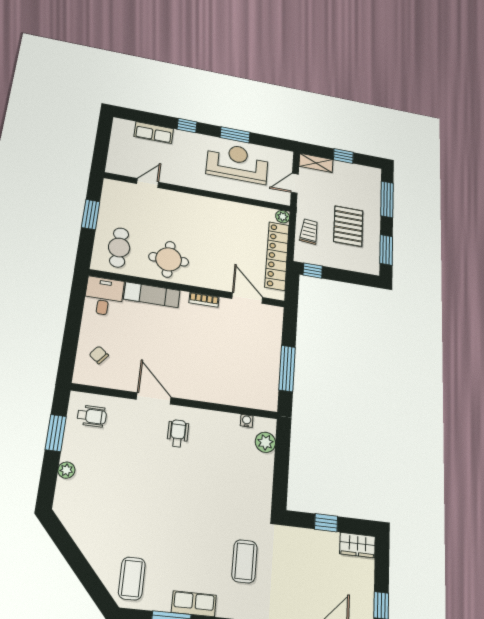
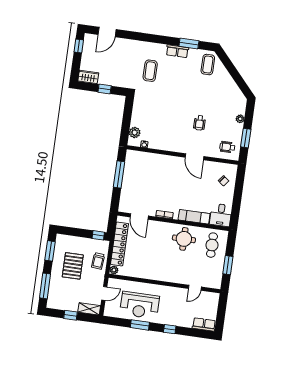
row of seats: (154, 133) -> (204, 324), moved
wheelchair: (178, 433) -> (200, 123), moved

